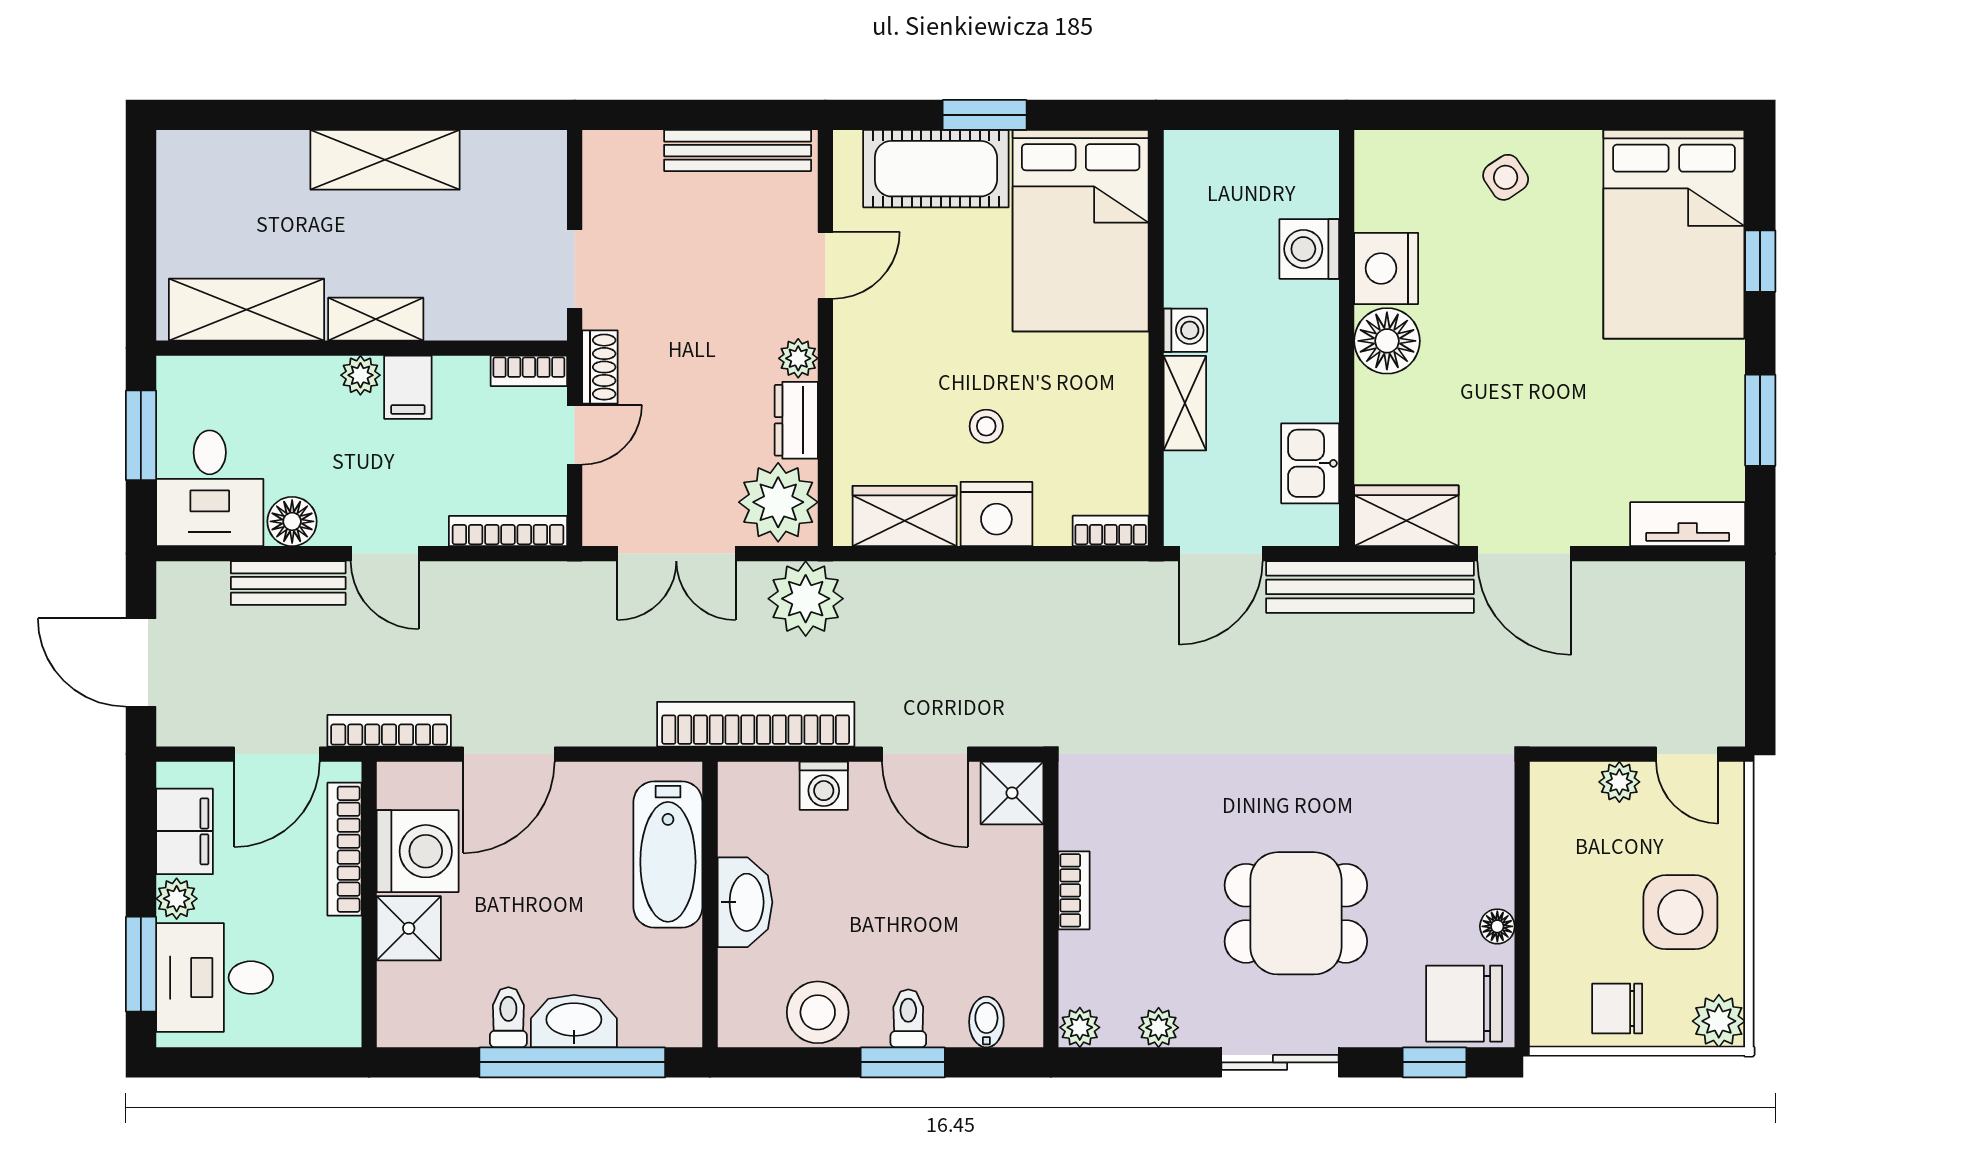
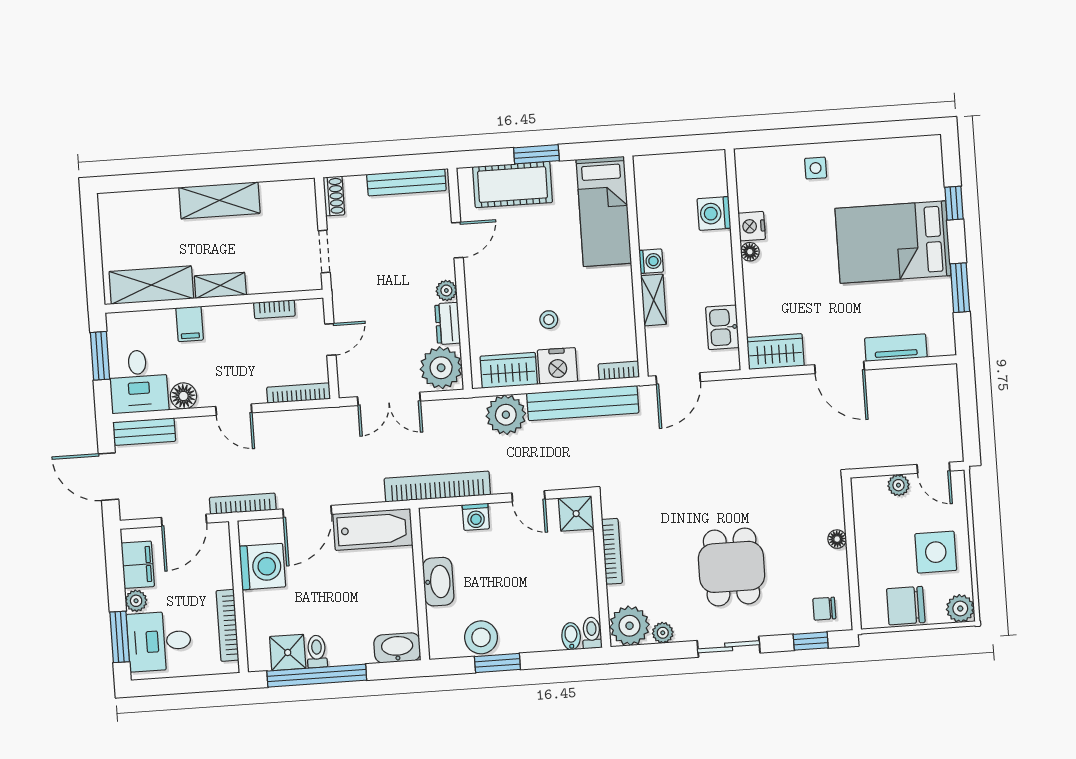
side table: (1506, 177) -> (816, 168), turned 34
bed: (1081, 231) -> (604, 211), width x0.67
bed: (1674, 234) -> (893, 242), moved, turned 90
nightstand: (1386, 268) -> (752, 226), width x0.74, depth x0.75
floor lamp: (1387, 341) -> (750, 252), width x0.53, depth x0.53
shoe rack: (600, 367) -> (334, 196), moved
bookcase: (529, 371) -> (274, 309), moved
plant: (360, 375) -> (214, 316), removed
filing cabinet: (408, 387) -> (190, 324), moved
tv unit: (1688, 524) -> (896, 348), moved
bench: (288, 583) -> (144, 432), moved
bench: (1370, 587) -> (583, 403), moved
plant: (806, 599) -> (506, 415), moved
door: (925, 754) -> (528, 496), width x0.73
bookcase: (345, 849) -> (227, 625), moved
bathtub: (668, 855) -> (373, 529), moved, turned -90
bookcase: (1074, 890) -> (612, 551), width x1.56
dining table: (1296, 913) -> (732, 567), turned 90
floor lamp: (1497, 926) -> (837, 539), moved
shower: (409, 928) -> (288, 652), moved
chair: (1464, 1004) -> (824, 609), width x0.54, depth x0.54
chair: (1617, 1009) -> (906, 606), width x1.37, depth x1.37
toilet: (908, 1018) -> (592, 633), moved
washbasin: (574, 1021) -> (397, 648), moved
plant: (1080, 1027) -> (630, 626), width x1.87, depth x1.87
window: (572, 1062) -> (317, 676), moved
window: (903, 1062) -> (497, 663), moved

